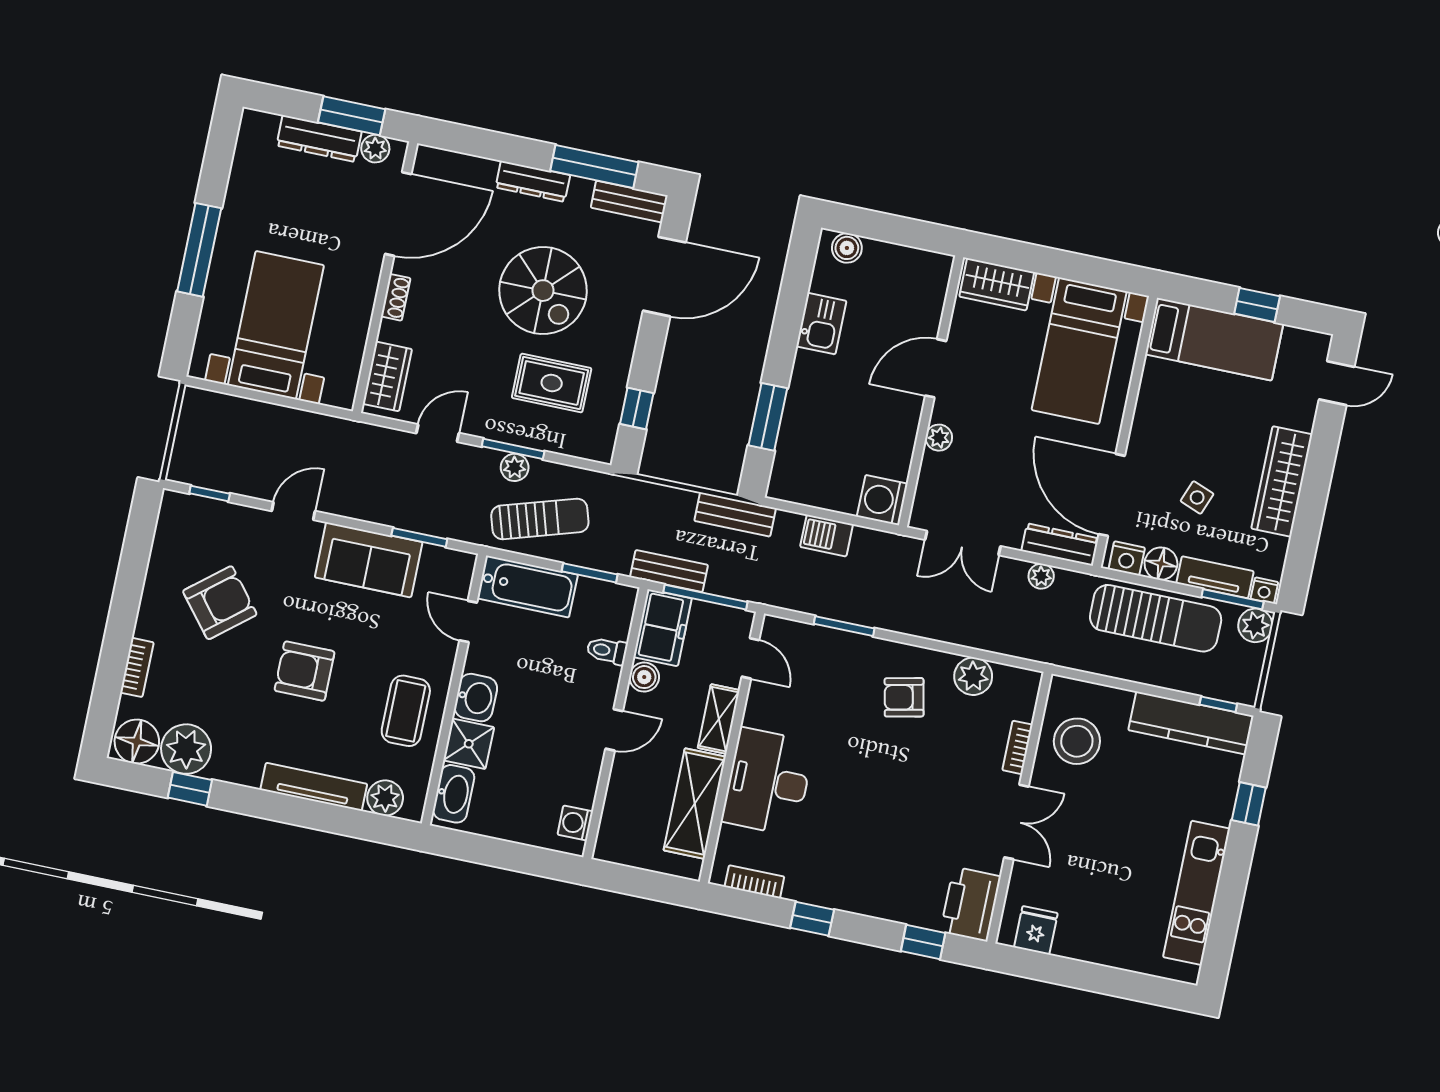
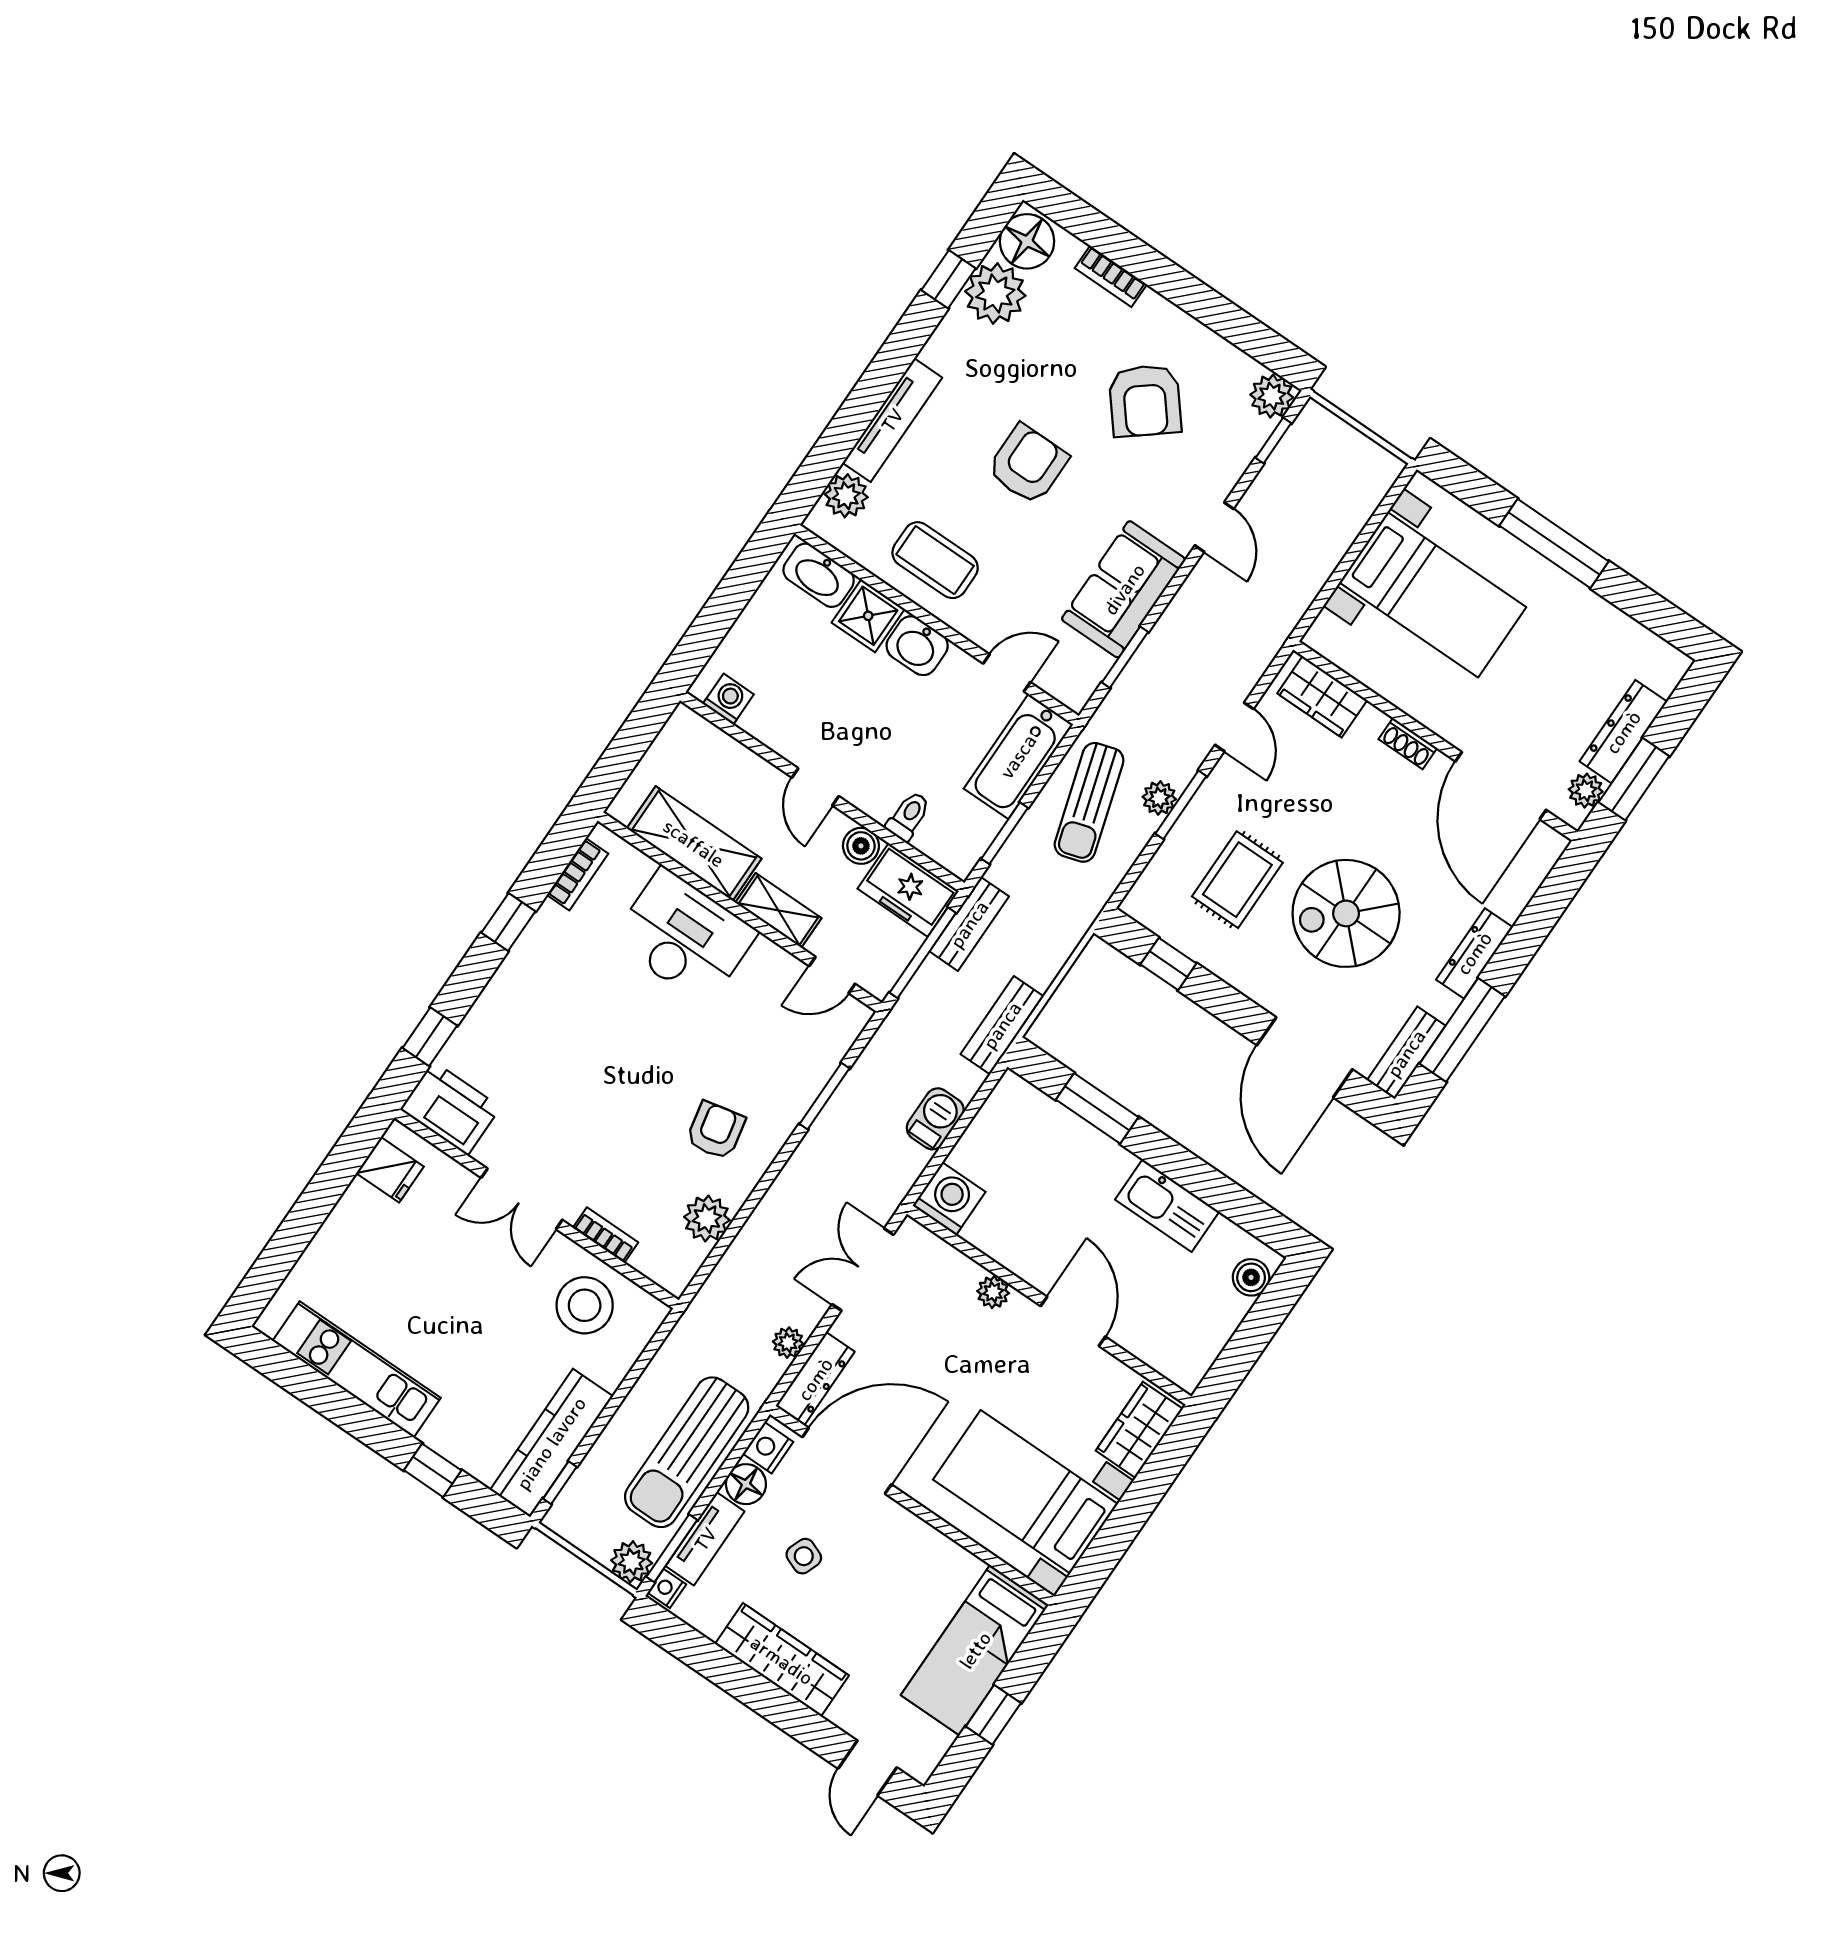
kitchen sink: (821, 324) -> (1167, 1206), width x1.38
plant: (177, 509) -> (1272, 396), added

